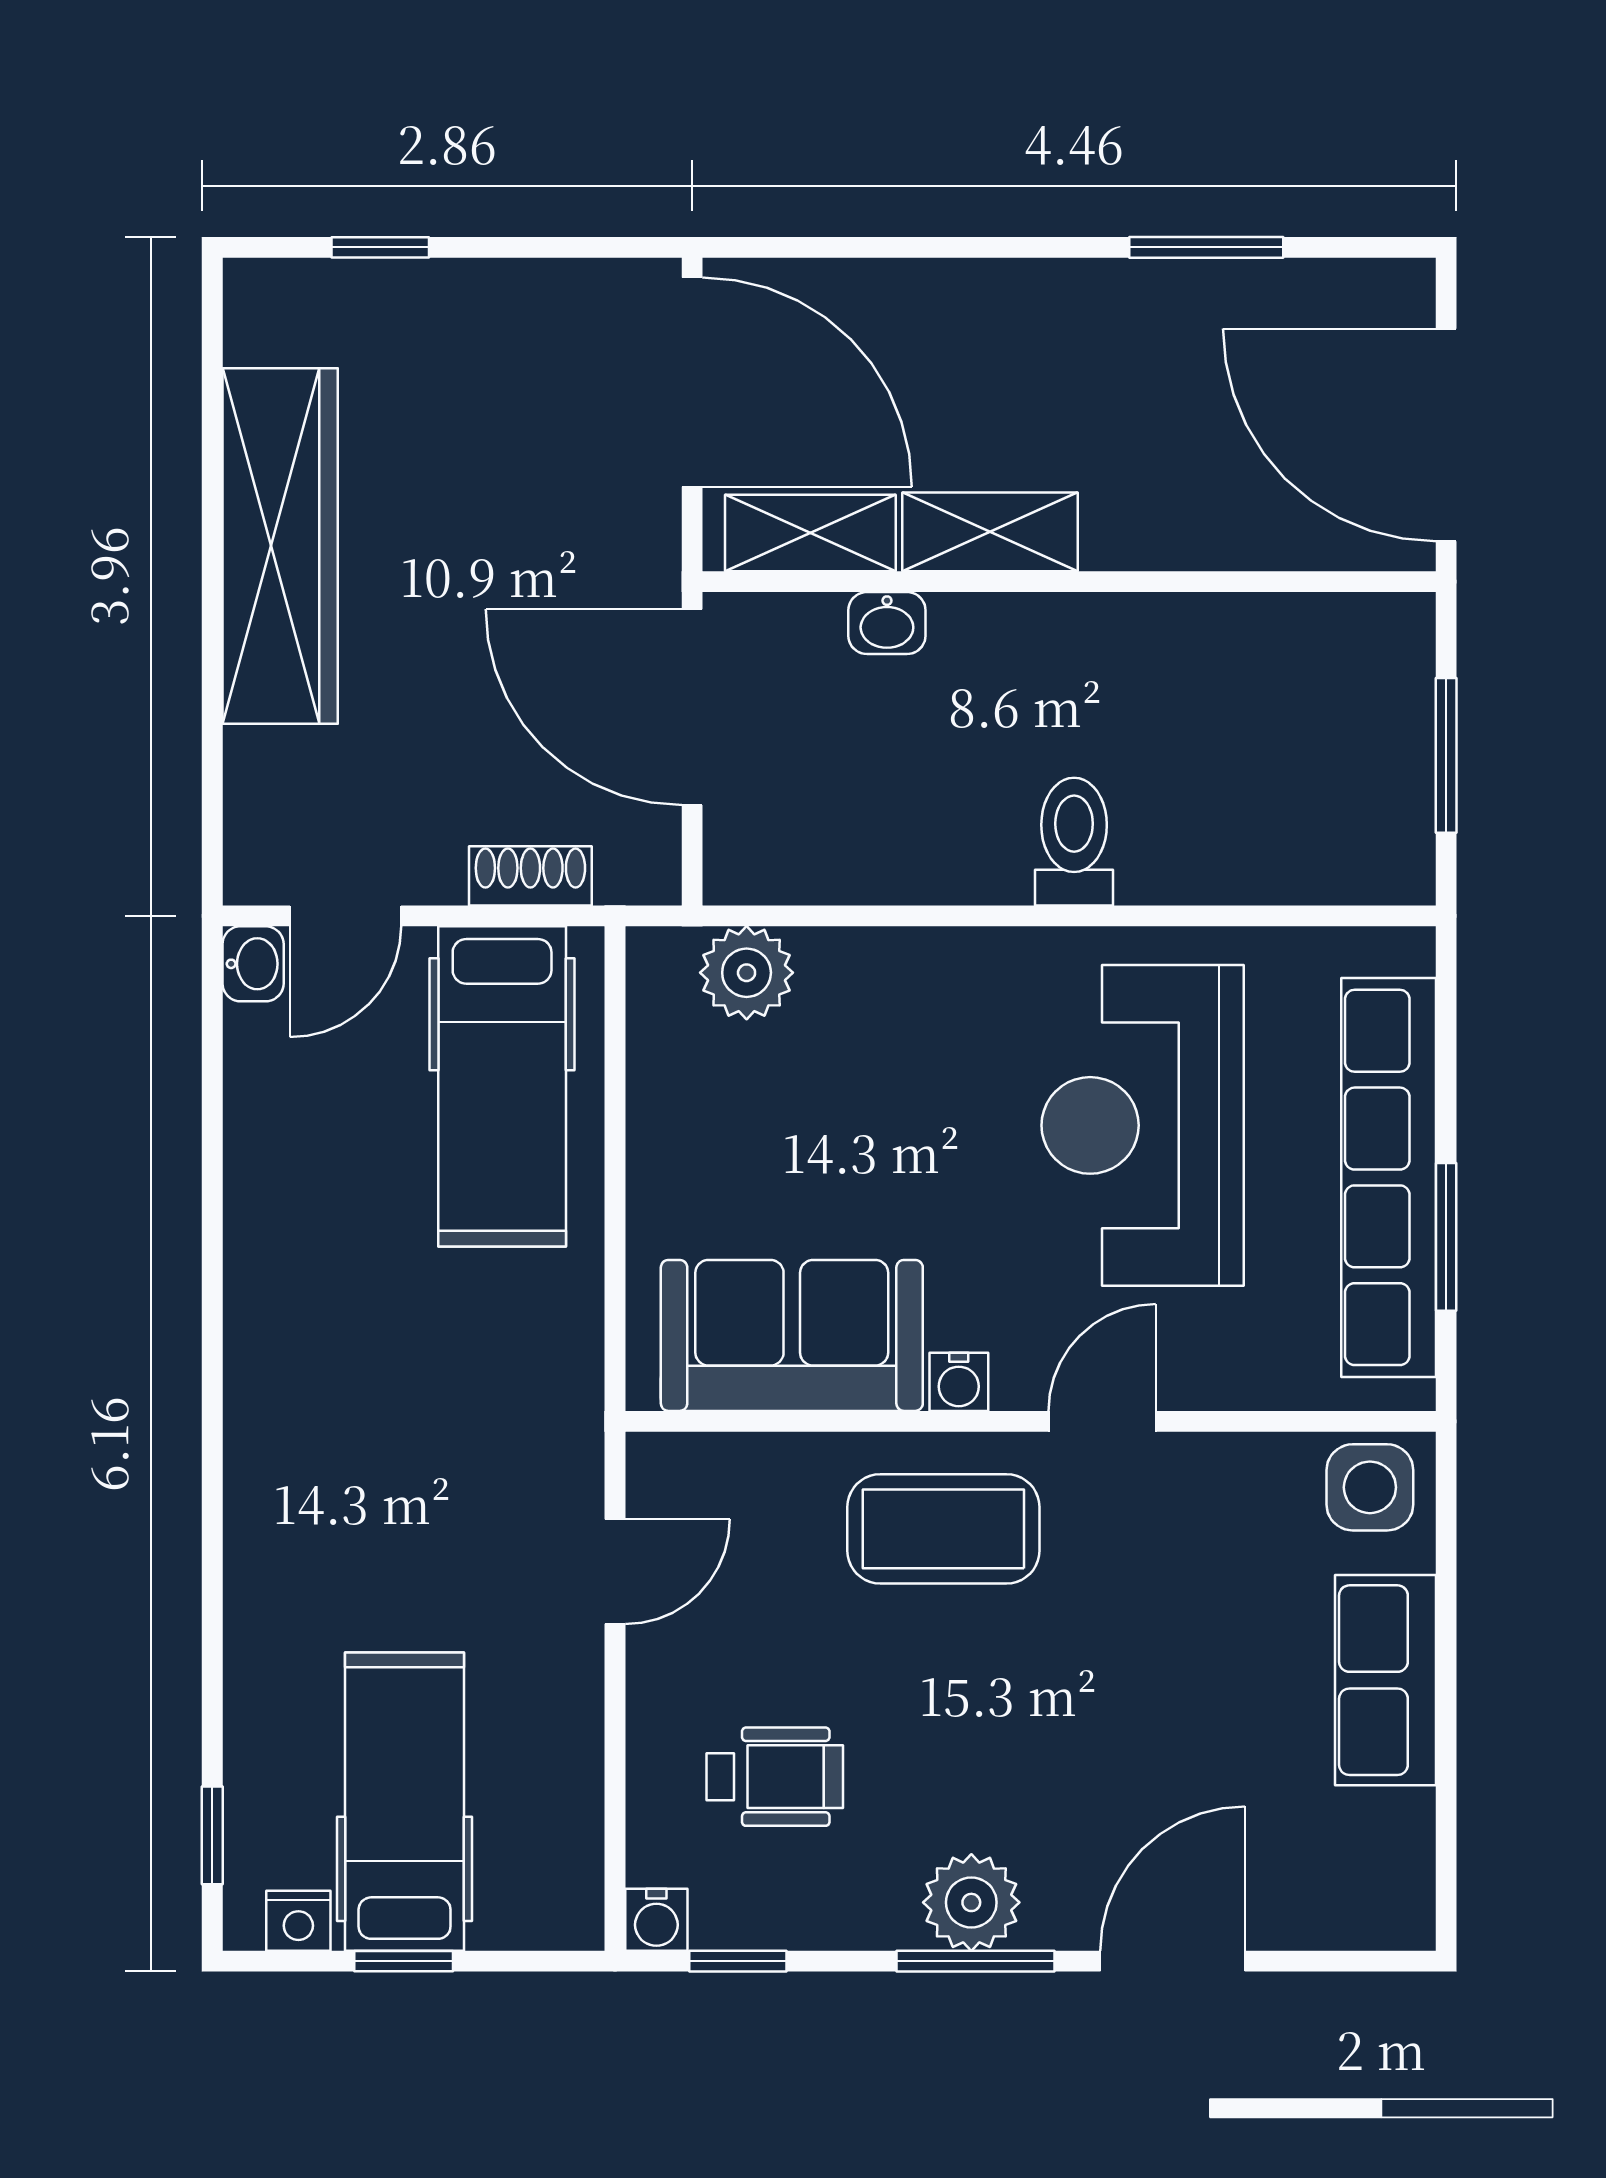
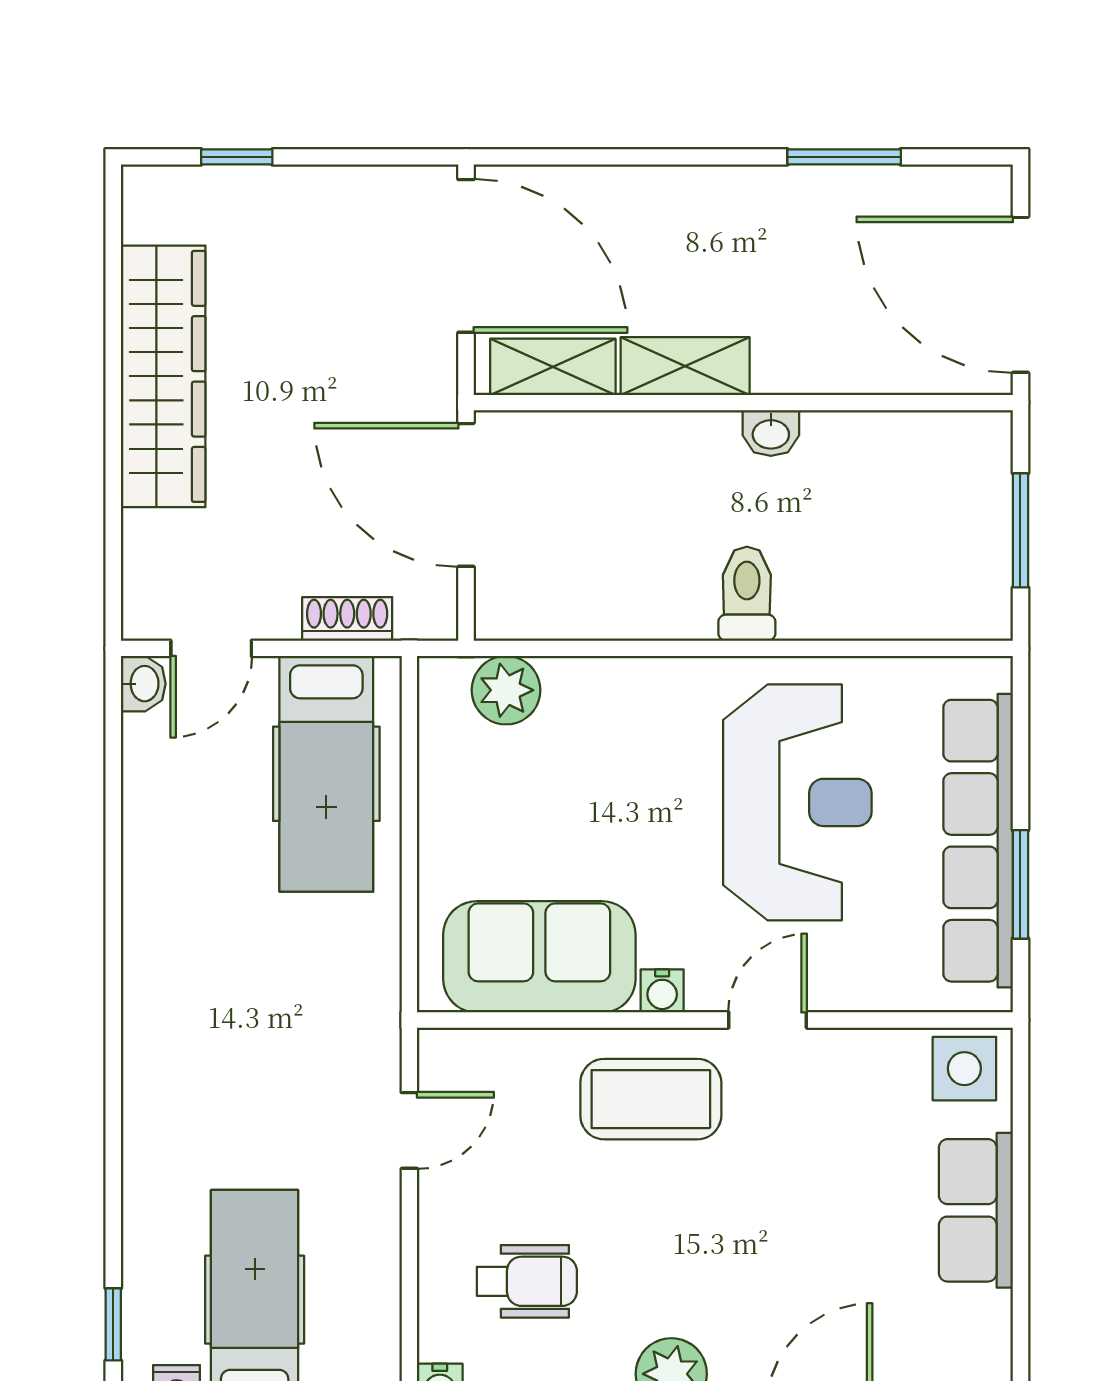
washbasin: (887, 623) -> (771, 433), moved
reception desk: (1143, 1125) -> (797, 802), turned 180

